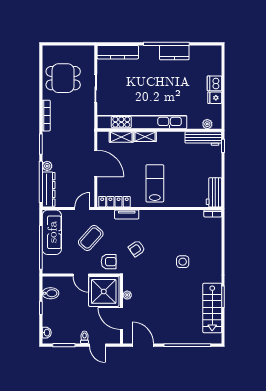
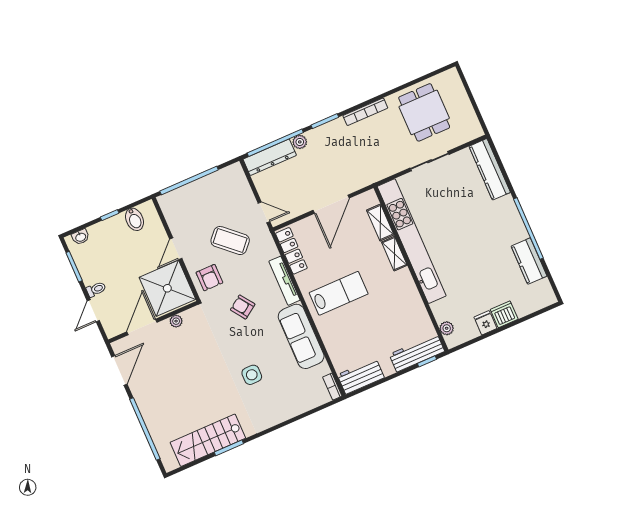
kitchen counter: (174, 53) -> (529, 261), moved
workbench: (203, 139) -> (417, 353), moved, turned 90
tv unit: (127, 214) -> (284, 281), width x1.41
sofa: (52, 232) -> (301, 336), moved, turned 90

